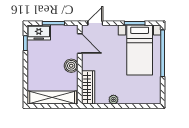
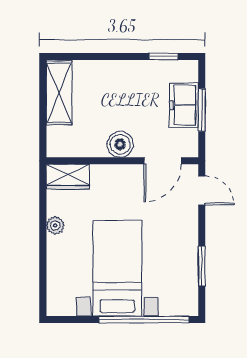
freezer: (39, 33) -> (184, 105), moved
bed with nightstands: (140, 50) -> (117, 268), moved, turned 90
wardrobe: (88, 87) -> (68, 177), width x0.67
shelving: (52, 98) -> (59, 93), width x0.68

